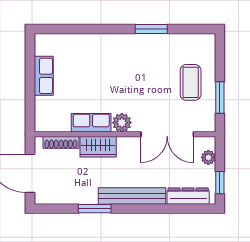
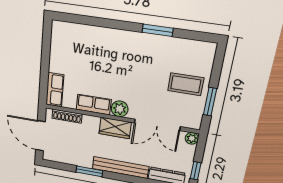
row of seats: (44, 76) -> (55, 90), moved
coffee table: (191, 82) -> (186, 84), turned 90
wardrobe: (98, 147) -> (115, 128), moved
plant: (208, 157) -> (192, 138), moved

